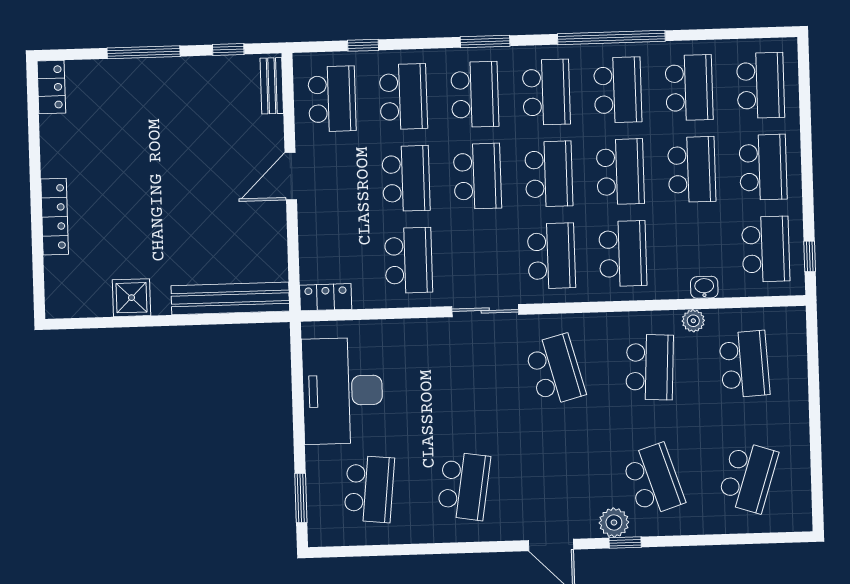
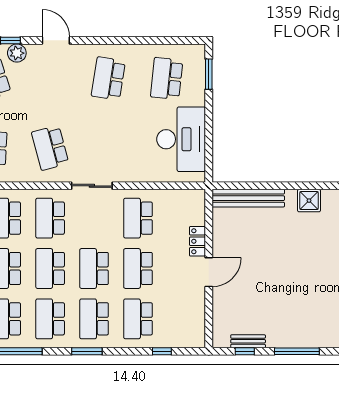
bench: (272, 86) -> (248, 341), moved, turned 90
school desk: (332, 99) -> (182, 319), removed
locker: (326, 297) -> (197, 241), moved, turned 90

